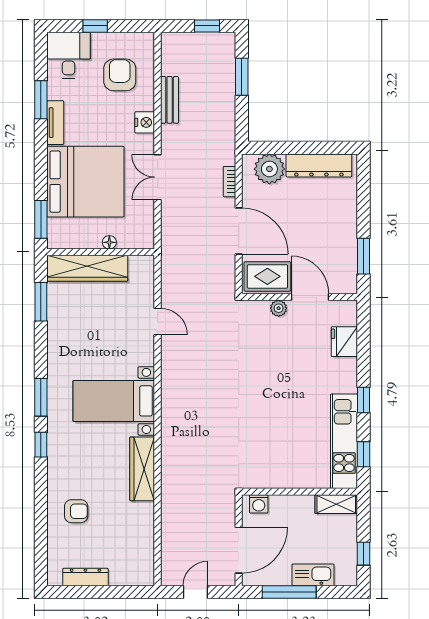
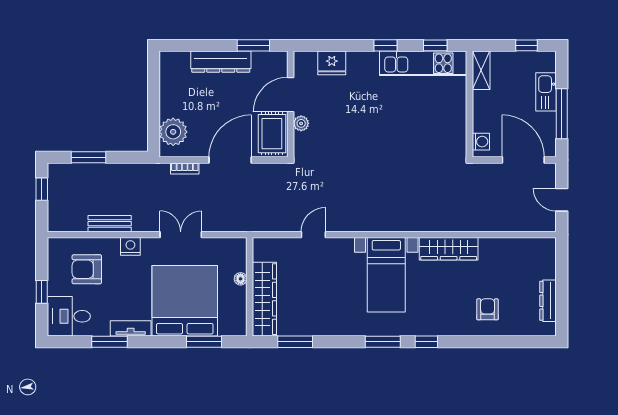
dresser: (319, 165) -> (221, 62), moved, turned 90
double door: (158, 177) -> (181, 235), swing flipped
window: (41, 219) -> (204, 342), moved

